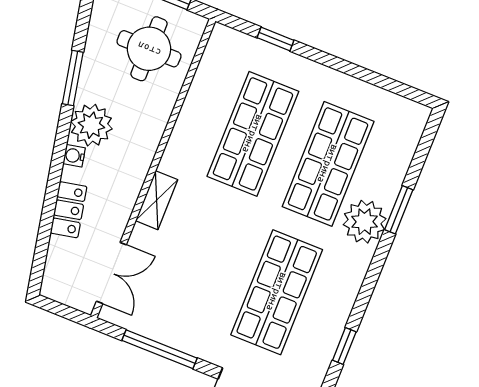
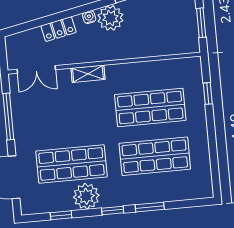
round table: (149, 49) -> (167, 28), removed
plant: (365, 222) -> (86, 196), moved
window: (376, 267) -> (113, 210), added

